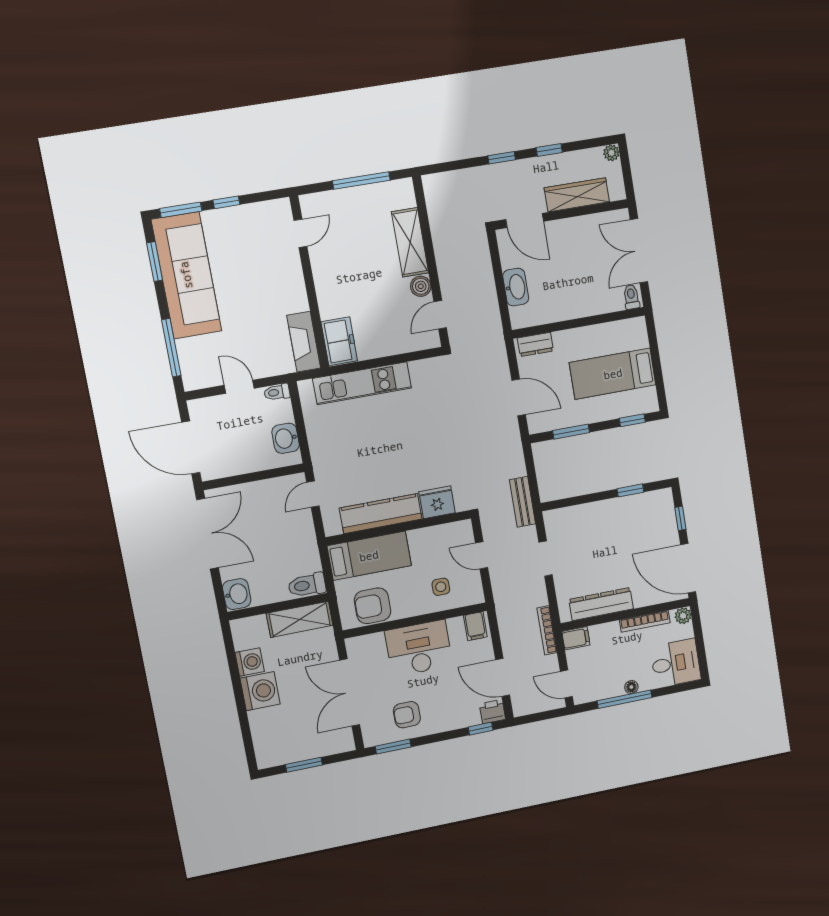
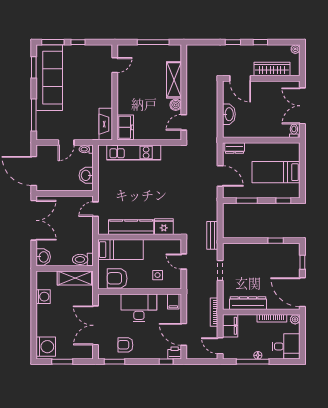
door: (239, 387) -> (66, 143), swing flipped
filing cabinet: (576, 638) -> (230, 326), width x2.00
washing machine: (260, 691) -> (46, 347), moved

